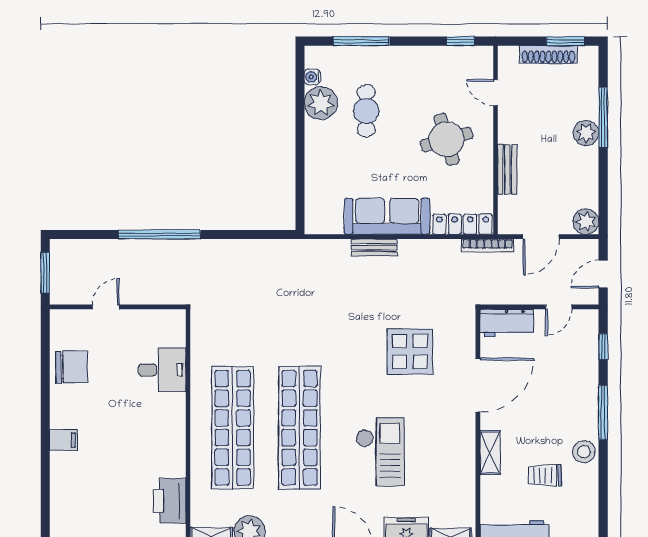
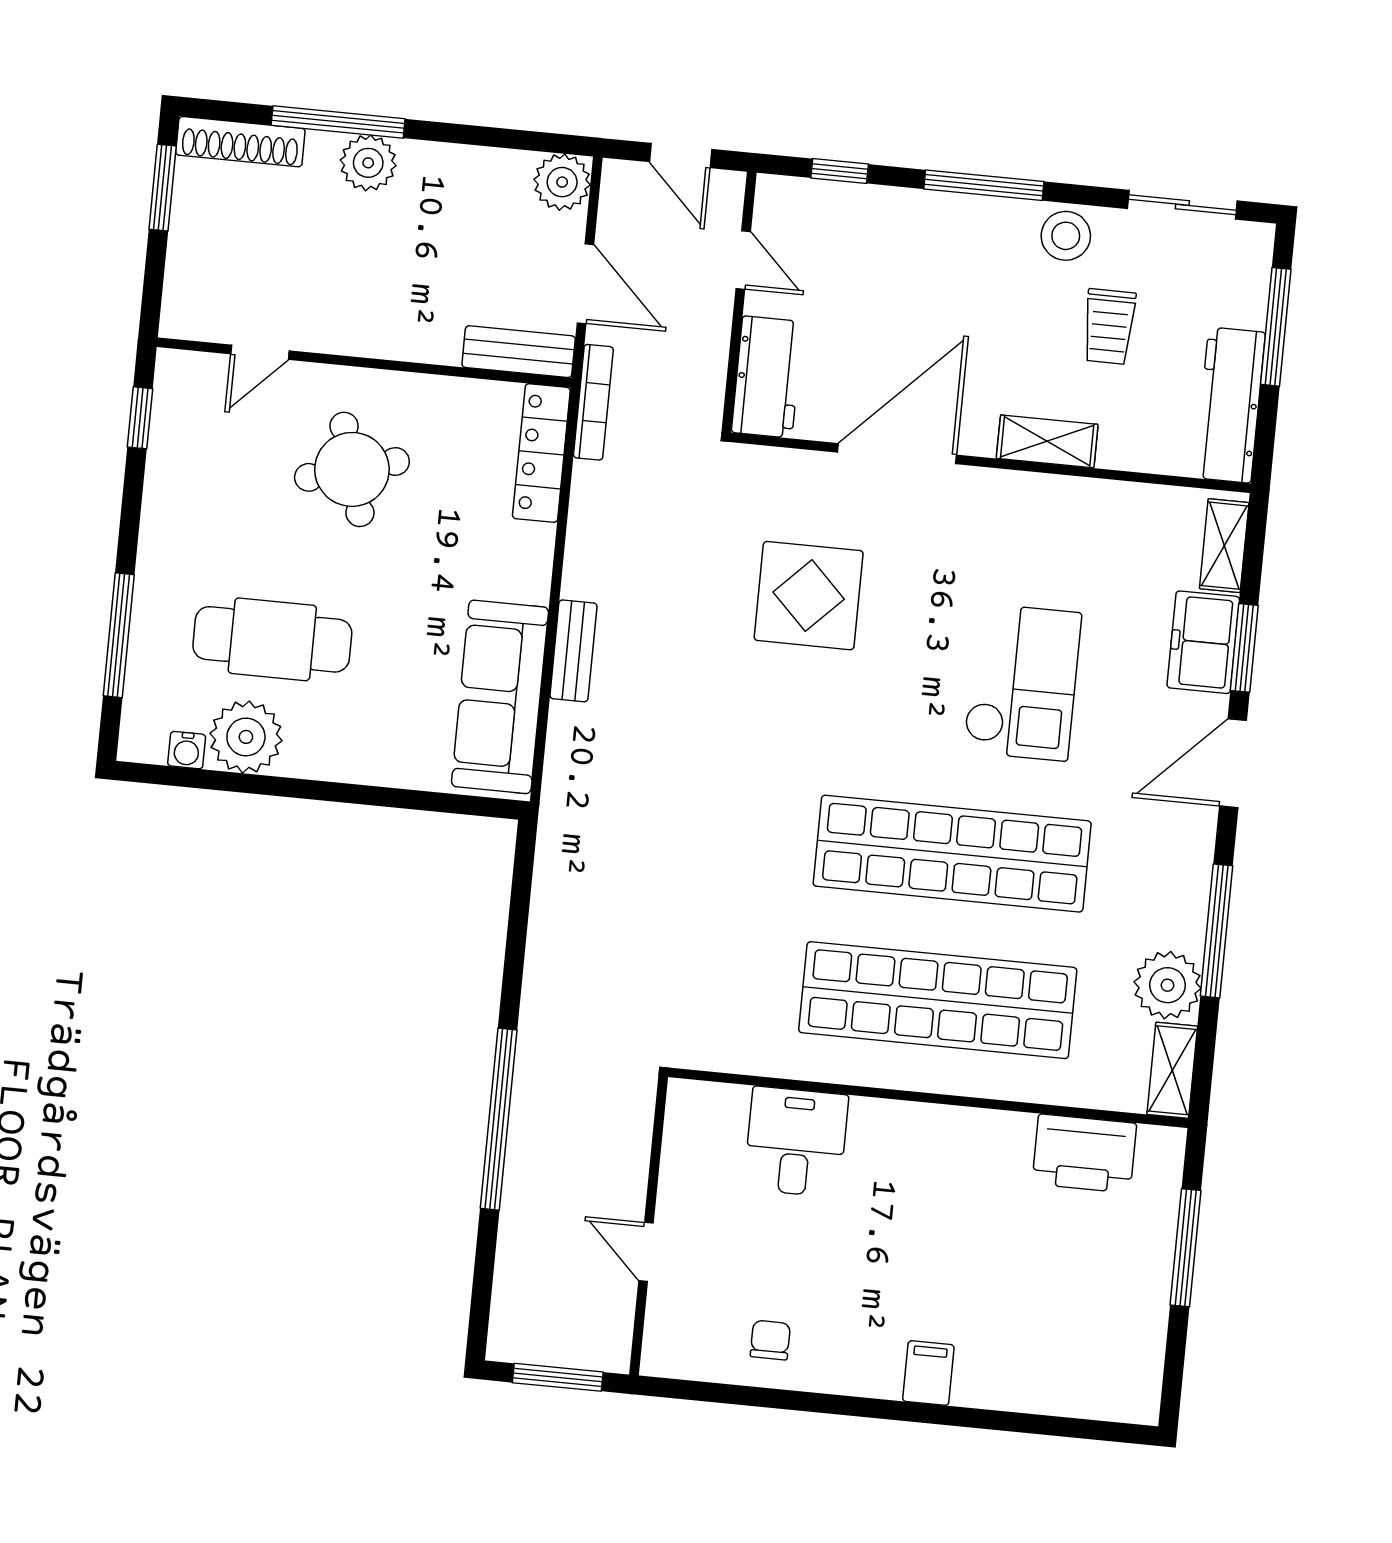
shoe rack: (548, 54) -> (240, 142), moved, turned 90
cafe table: (366, 111) -> (272, 639), width x1.37, depth x1.35
bench: (507, 169) -> (519, 352), moved
sofa: (387, 216) -> (500, 697), moved
chair: (71, 367) -> (770, 1340), width x0.54, depth x0.54
door: (478, 385) -> (897, 454), hinge flipped
checkout: (380, 452) -> (1022, 682), turned 90
sliding door: (603, 503) -> (1182, 205), added

